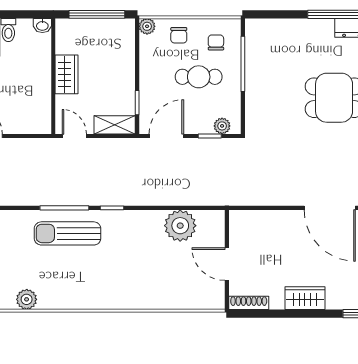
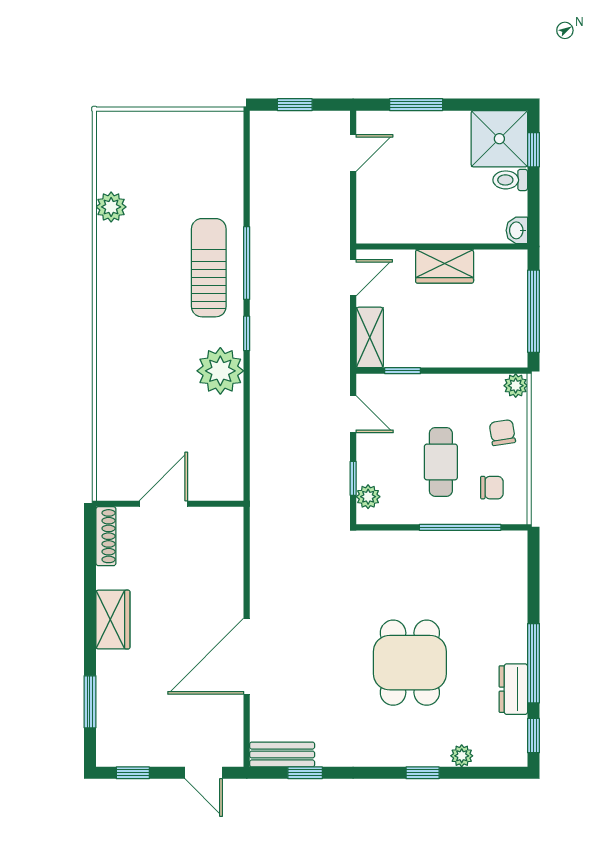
chair: (179, 35) -> (502, 433), turned 81
door: (166, 136) -> (353, 414), width x0.73
plant: (180, 226) -> (220, 371), moved

